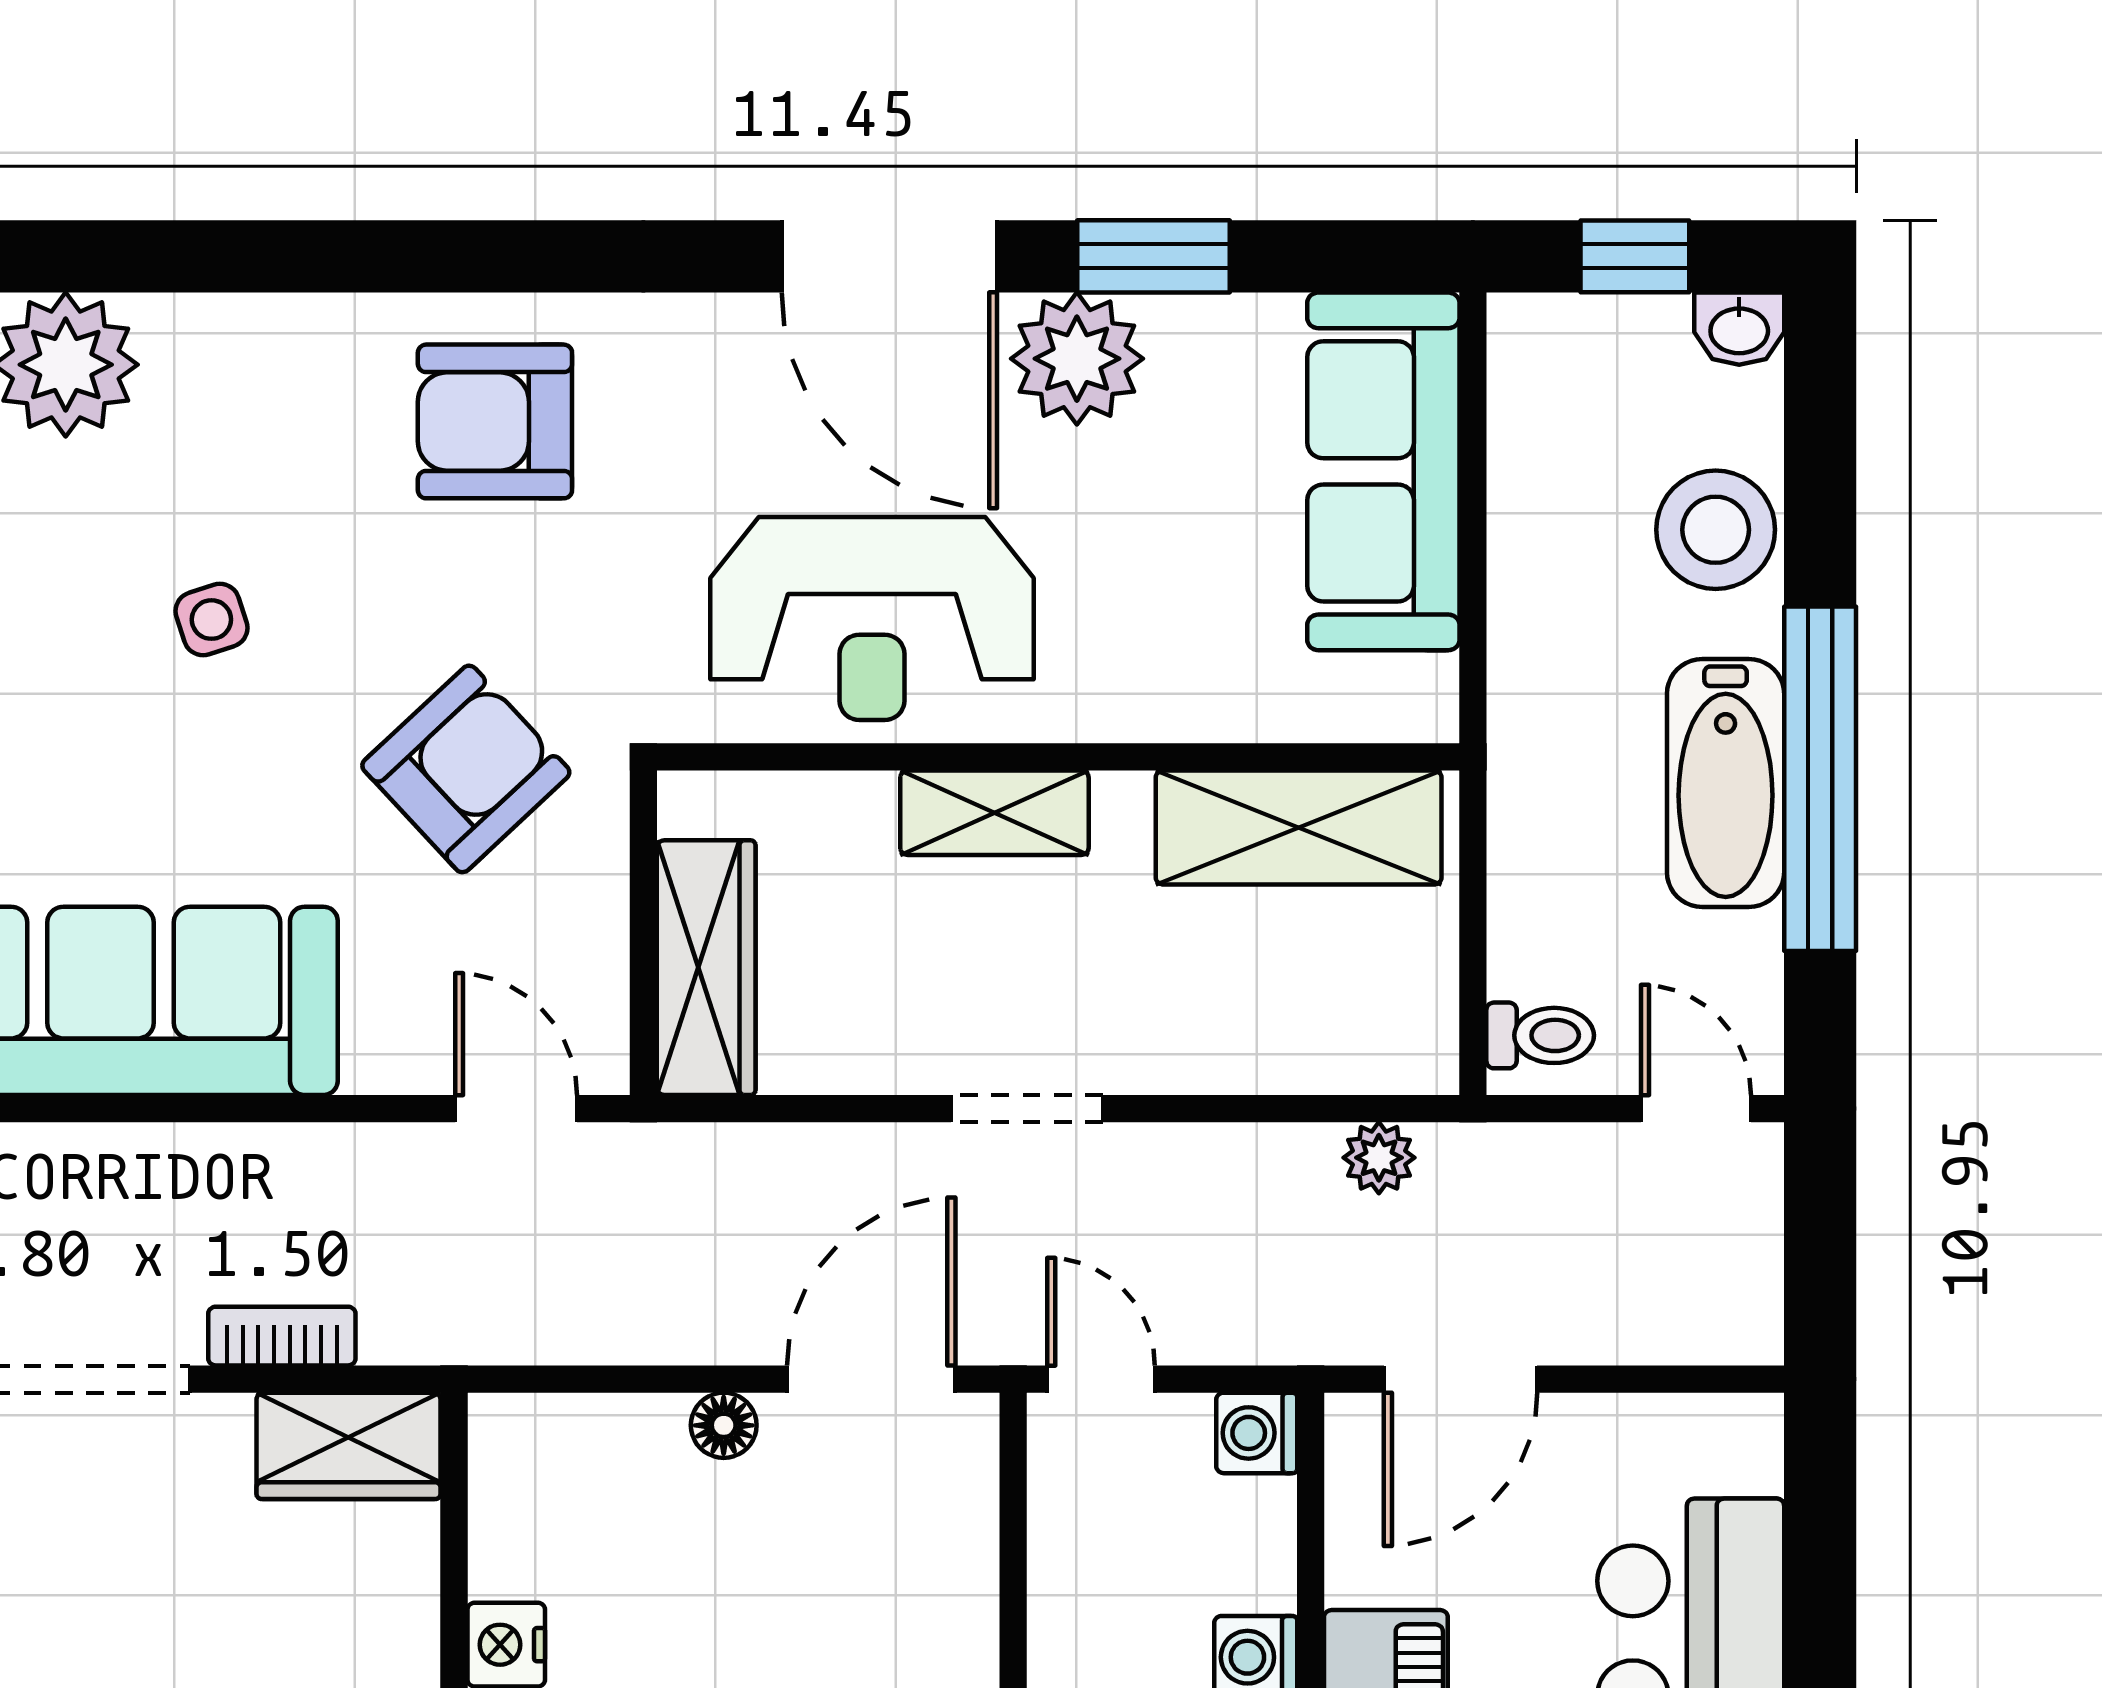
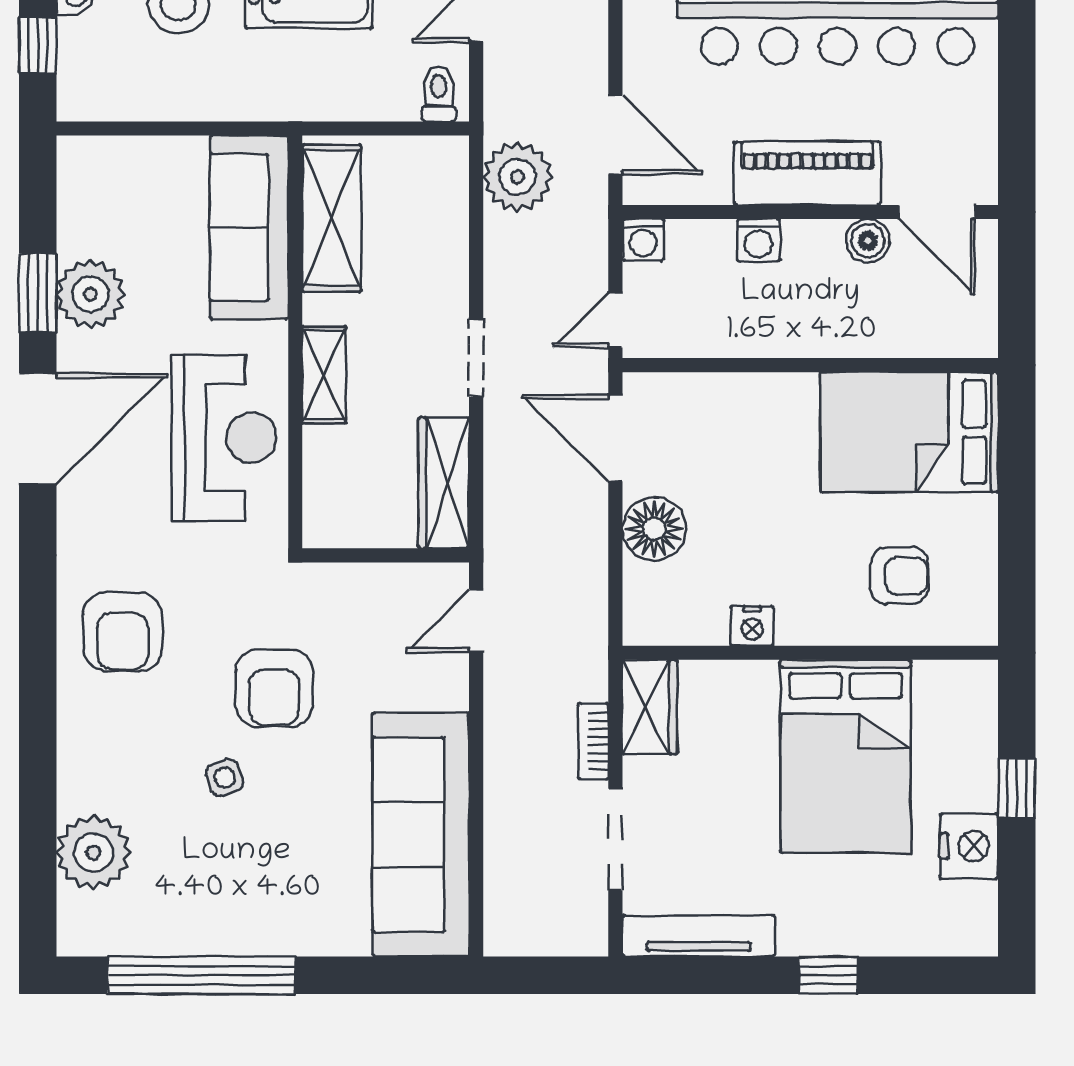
plant: (1077, 359) -> (90, 294), moved
sofa: (1383, 471) -> (249, 227), moved, turned 90
armchair: (466, 769) -> (274, 688), moved, turned -137
wardrobe: (706, 968) -> (444, 483), moved, turned -90
plant: (1379, 1158) -> (518, 177), width x1.88, depth x1.88
floor lamp: (724, 1425) -> (654, 529), width x1.89, depth x1.89

